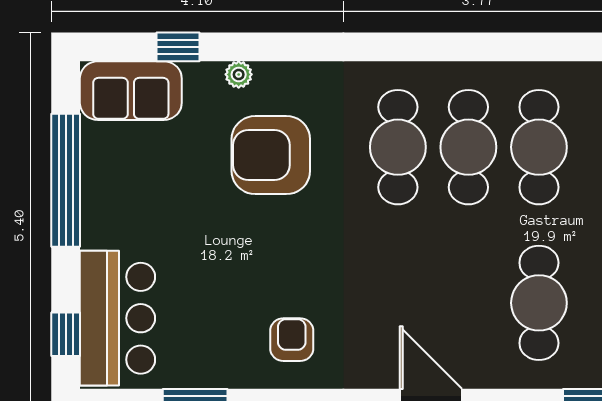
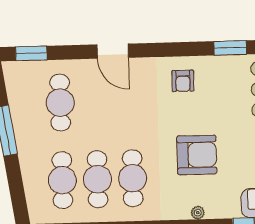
plant: (239, 74) -> (198, 213), moved
armchair: (271, 155) -> (197, 155), moved

